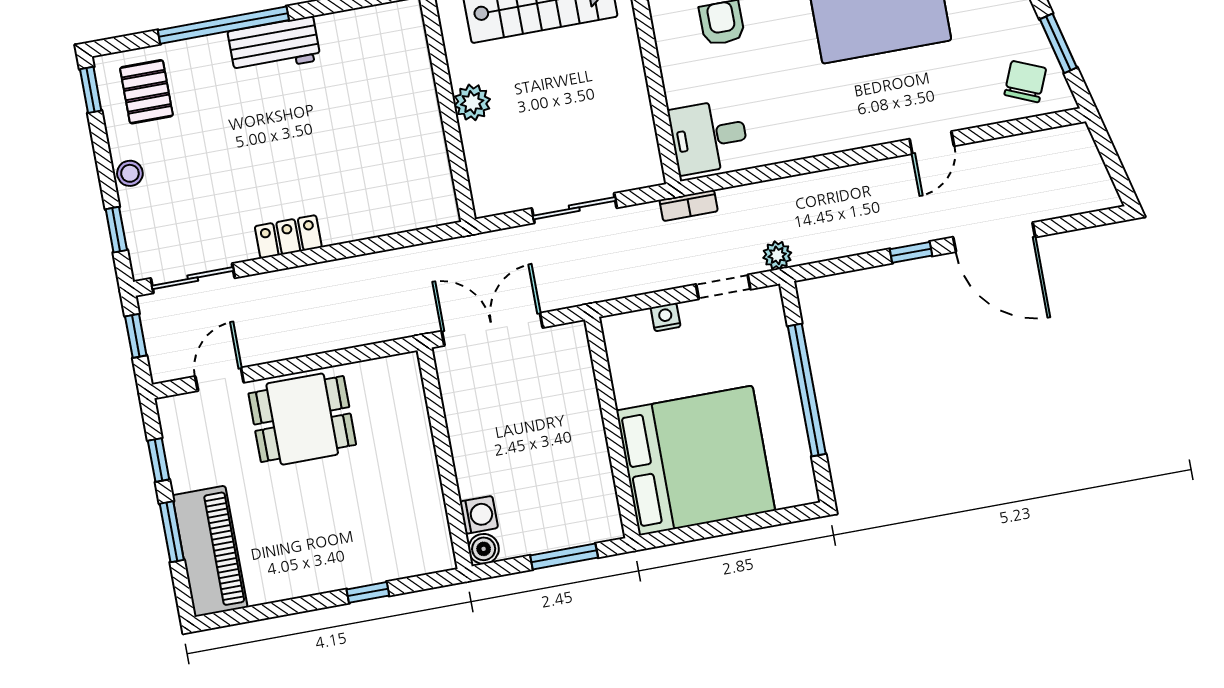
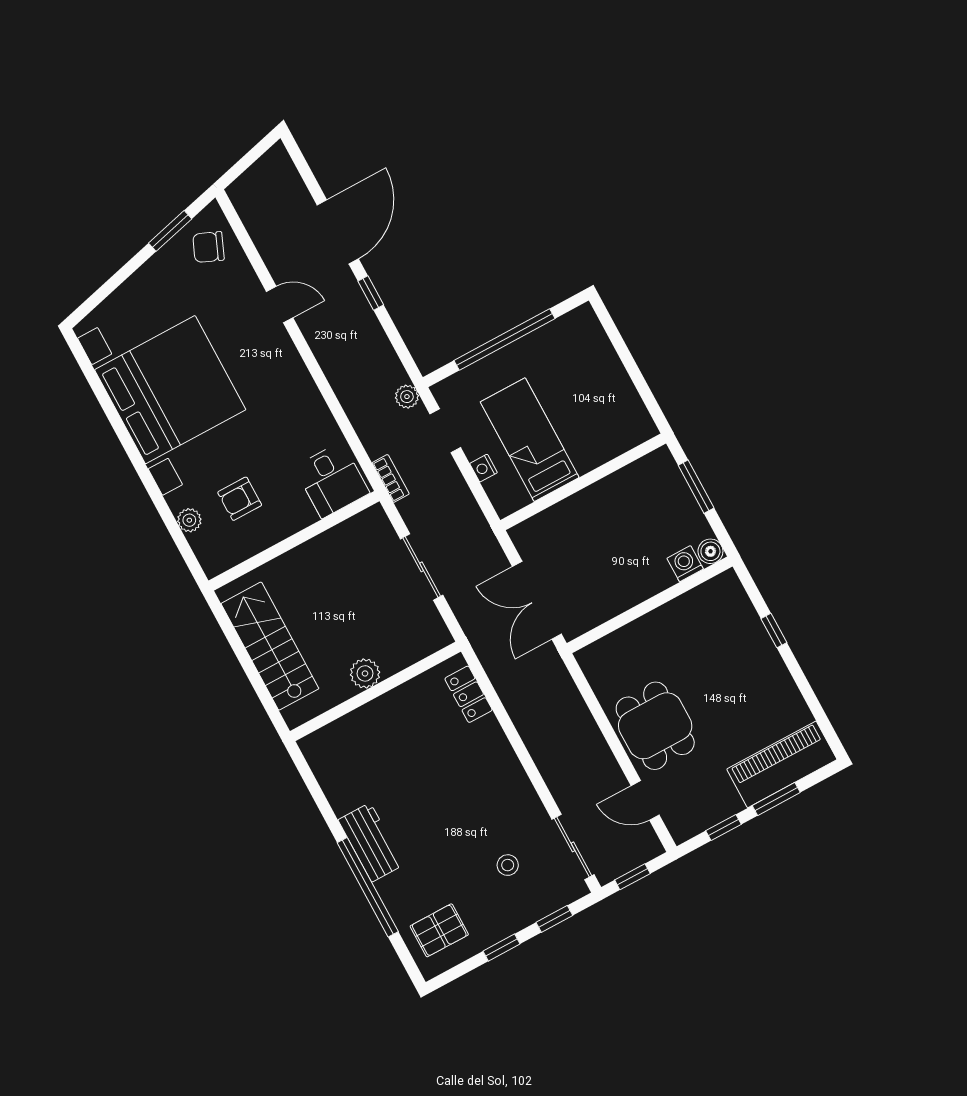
window: (91, 90) -> (502, 948), moved
stool: (130, 173) -> (508, 865), moved
locker: (288, 237) -> (468, 694), moved
bed: (696, 461) -> (530, 440), moved, width x0.49

